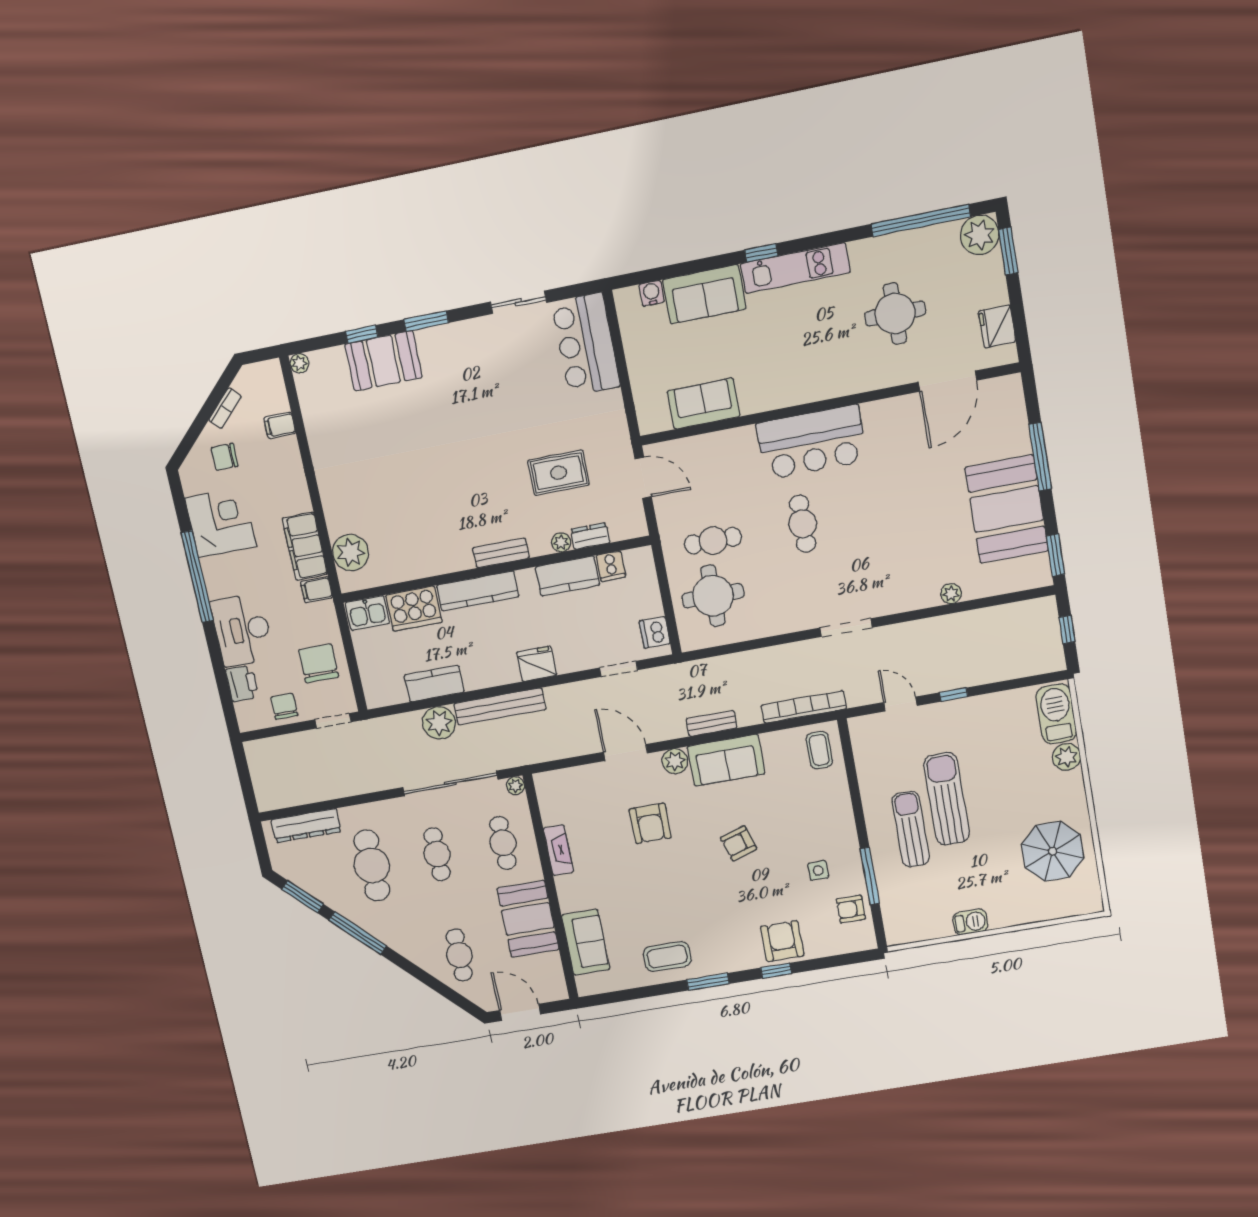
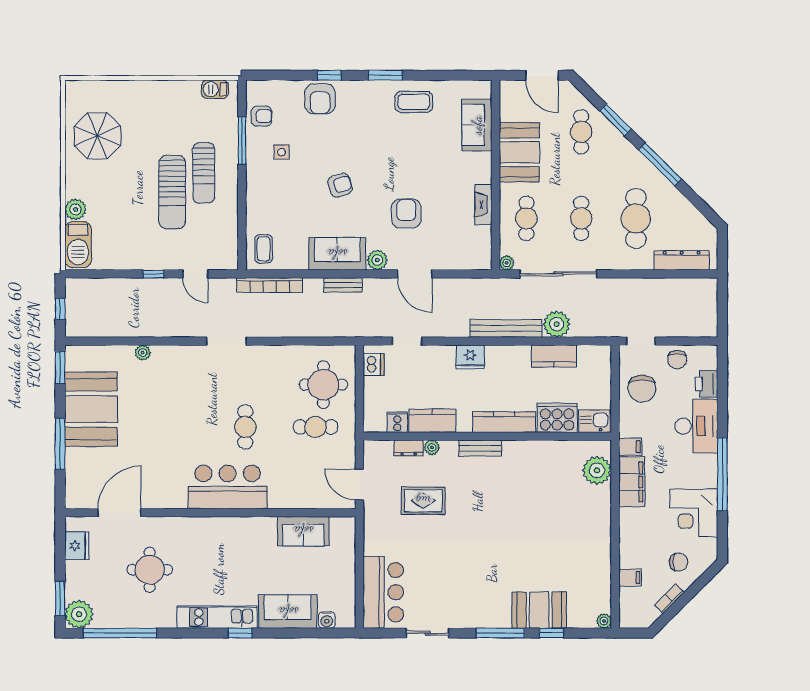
window: (426, 321) -> (500, 633), width x1.44
window: (303, 897) -> (615, 120), moved
barbecue: (970, 922) -> (215, 89), moved

